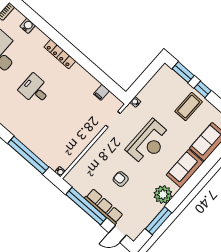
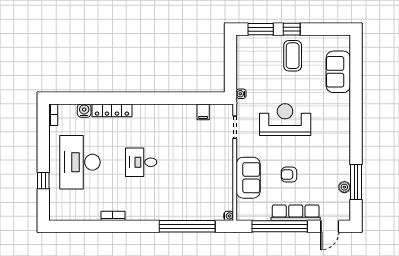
locker: (60, 54) -> (112, 110), moved
reception desk: (149, 142) -> (285, 120), turned -90
sofa: (185, 169) -> (248, 178), moved, turned 180
plant: (163, 195) -> (344, 187), moved, width x0.53, depth x0.53

